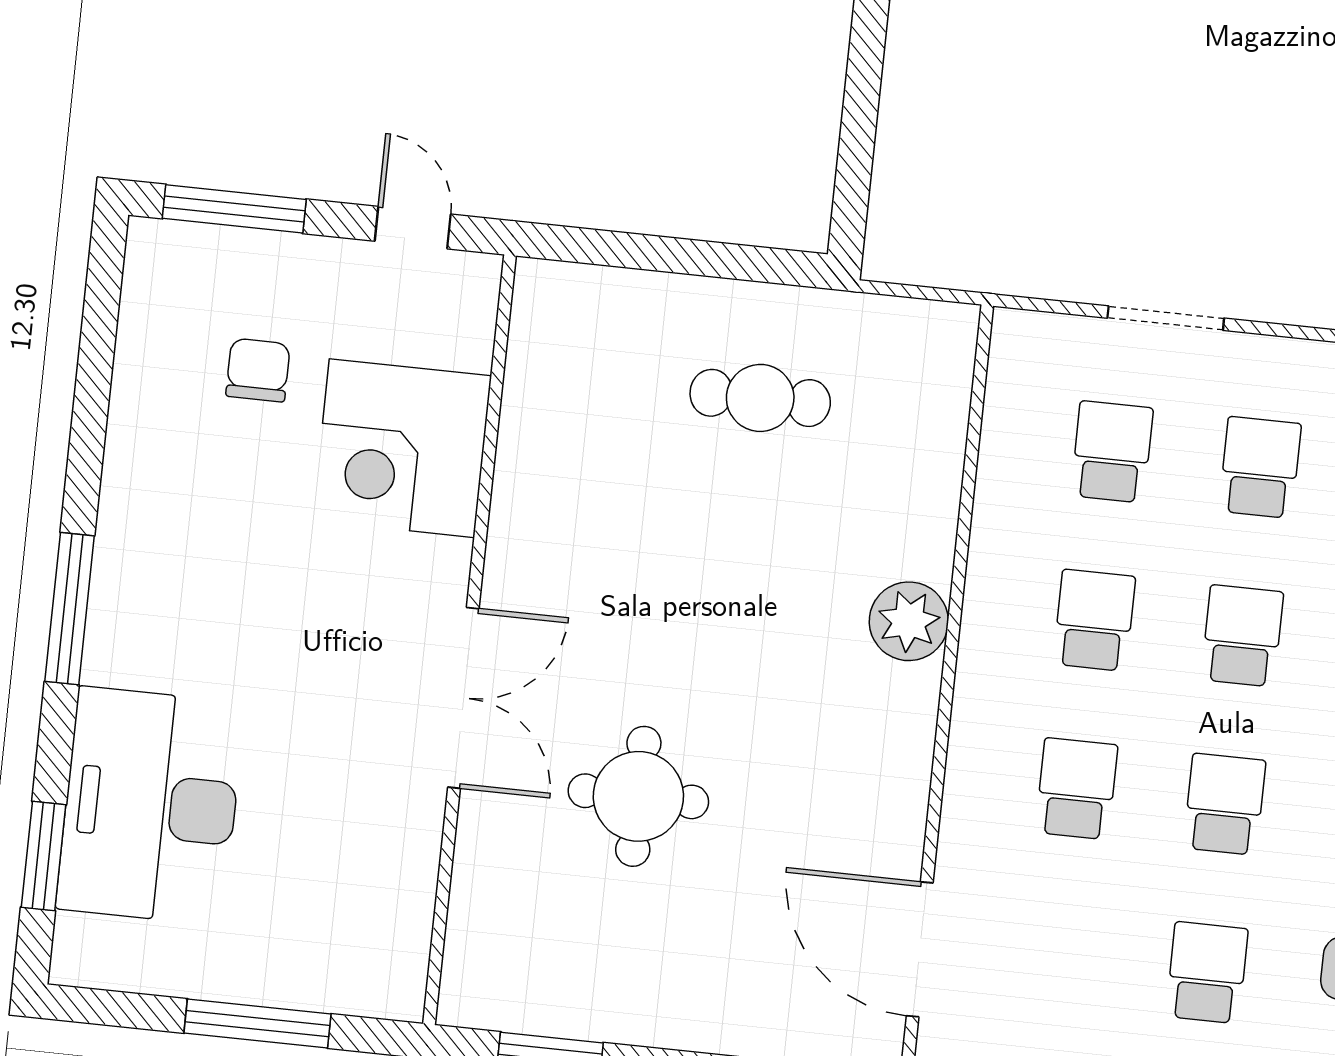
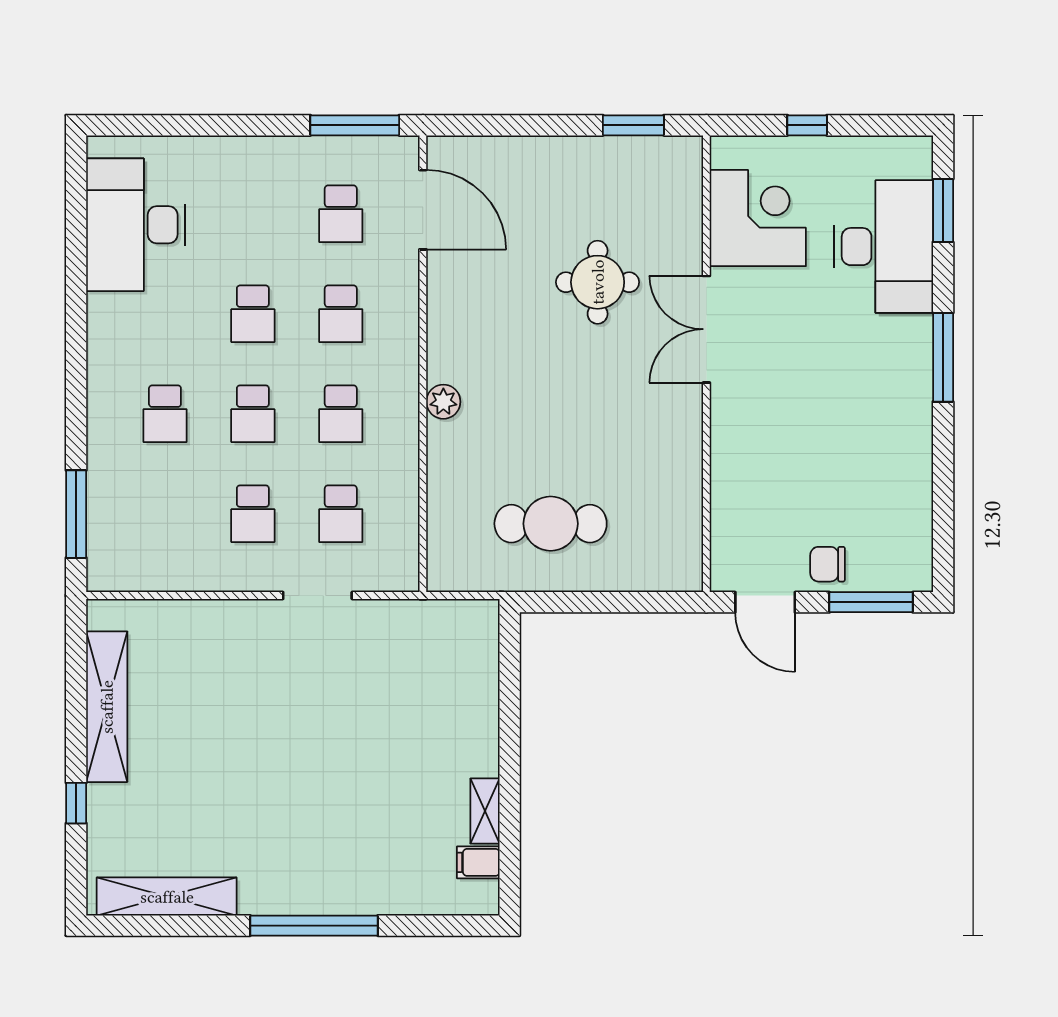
door: (413, 228) -> (765, 602), width x1.38
chair: (258, 370) -> (828, 564), moved, turned 90
cafe table: (760, 398) -> (551, 524), width x1.37, depth x1.35
corner desk: (402, 448) -> (758, 218), moved
plant: (909, 621) -> (443, 402), width x0.73, depth x0.73
school desk: (1207, 973) -> (341, 214), moved
window: (257, 1024) -> (807, 125), width x0.46

